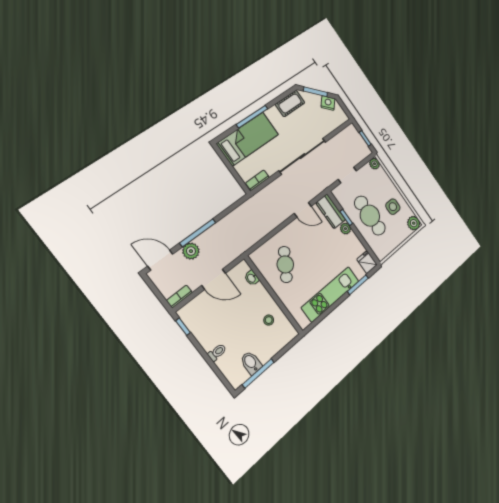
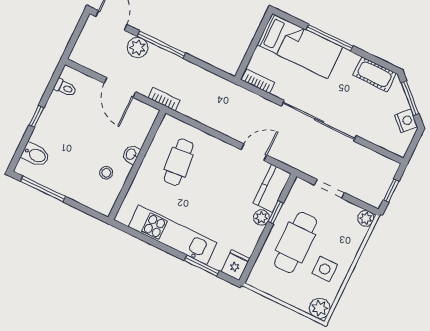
door: (303, 210) -> (254, 152), swing flipped
cafe table: (285, 264) -> (179, 162), turned -38
washbasin: (252, 278) -> (131, 154), moved
bookcase: (179, 296) -> (164, 99), moved
window: (183, 327) -> (36, 116), moved
toilet: (217, 352) -> (65, 88), moved
bidet: (251, 363) -> (36, 155), moved, turned 90

